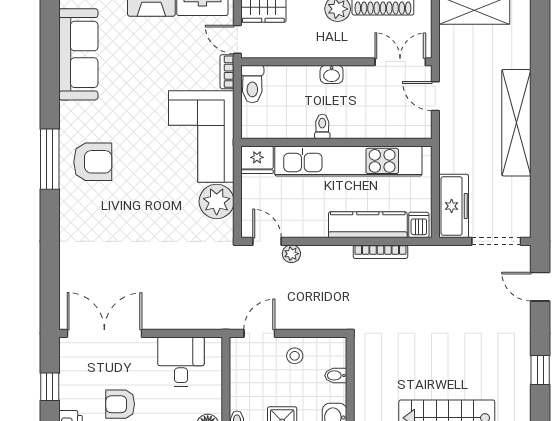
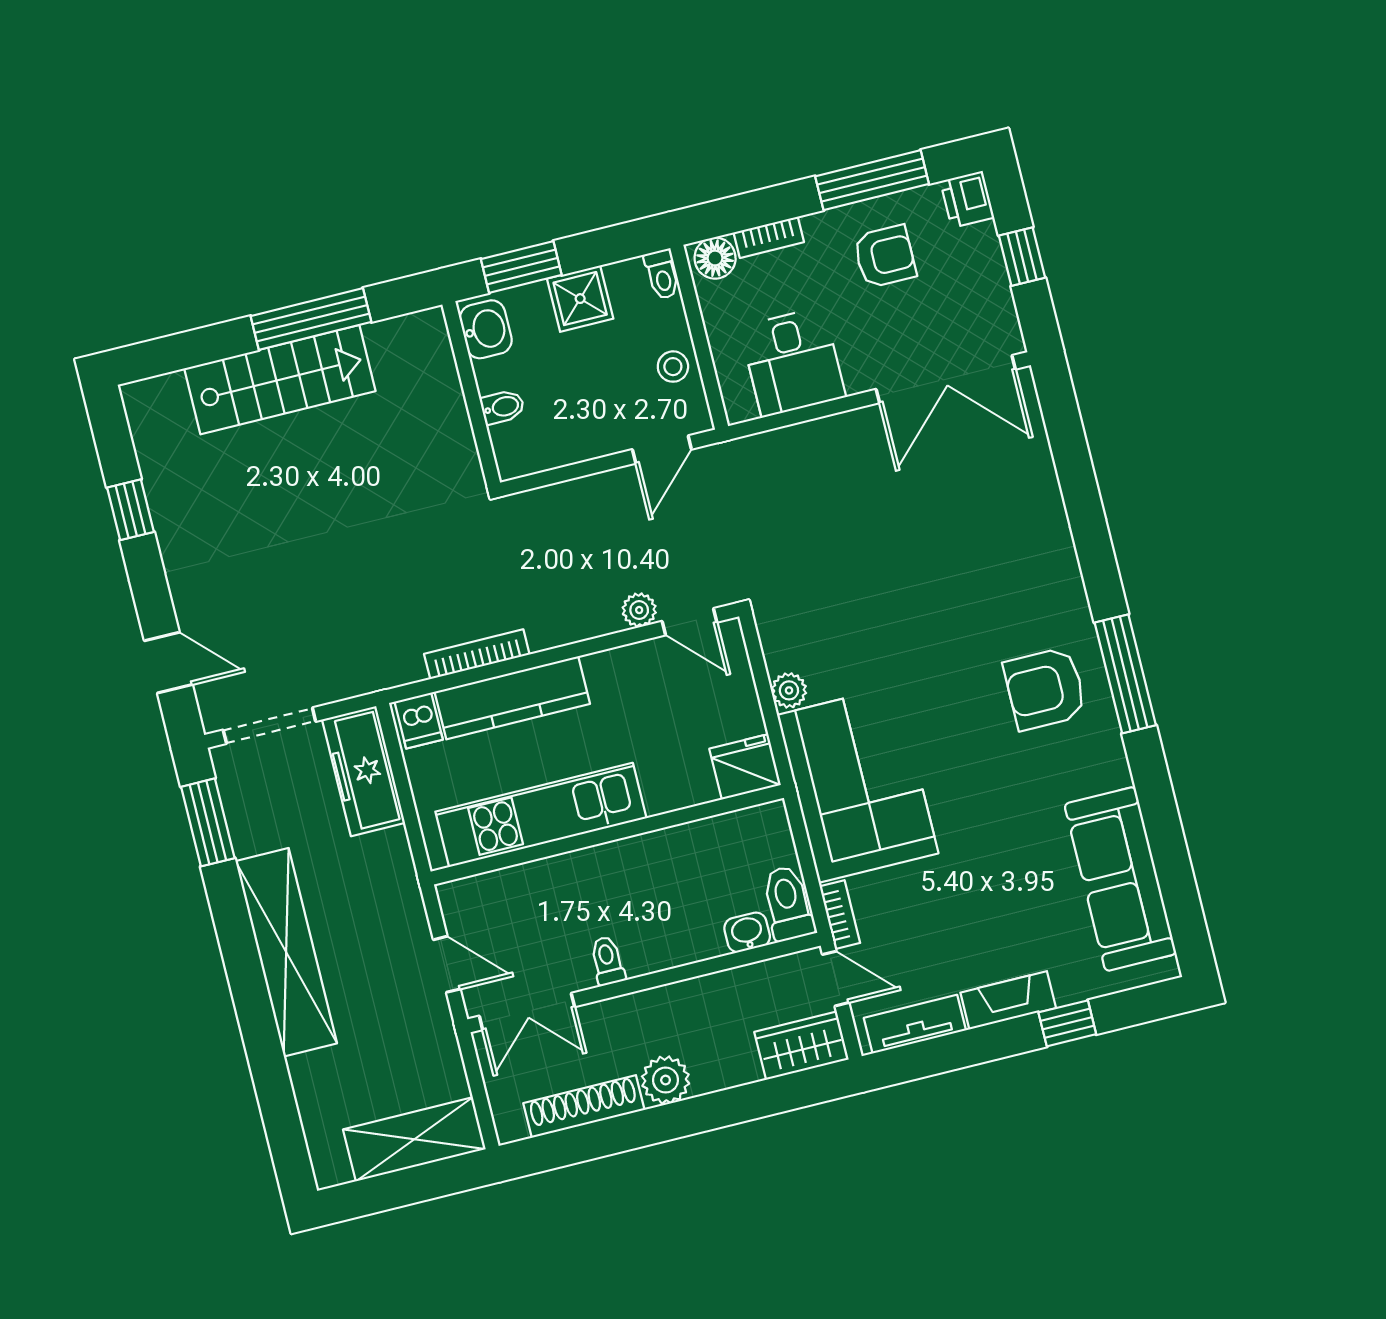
washbasin: (332, 74) -> (747, 932), moved
toilet: (322, 127) -> (607, 961), moved, turned 180
kitchen unit: (348, 161) -> (541, 815), width x0.73
window: (540, 199) -> (208, 822), added
plant: (217, 201) -> (789, 690), width x0.53, depth x0.53
stool: (295, 356) -> (673, 367), moved

